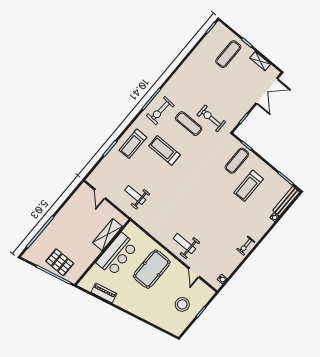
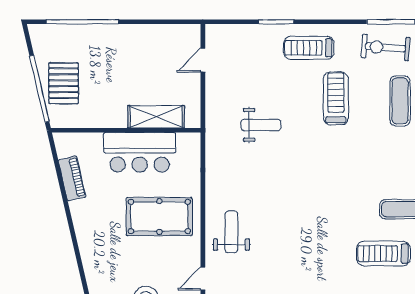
weight bench: (135, 195) -> (261, 125), moved, turned 90

